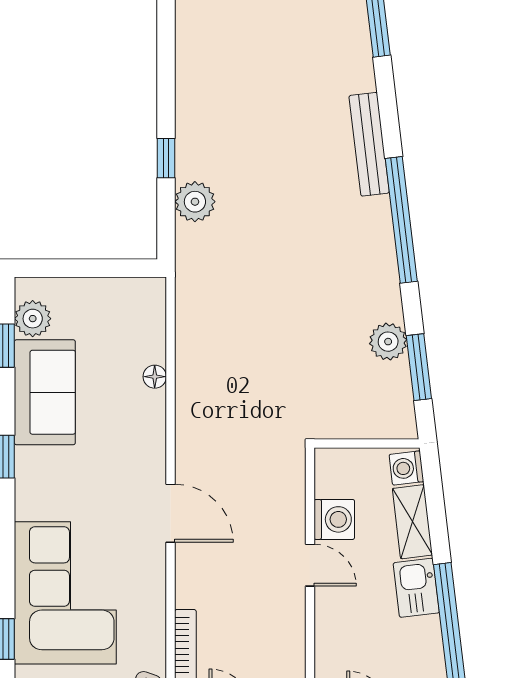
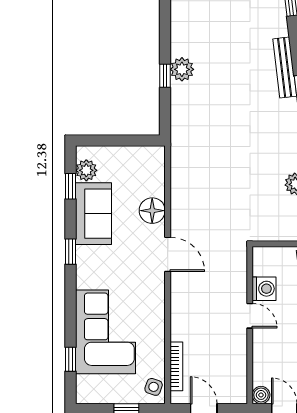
plant: (195, 202) -> (182, 69), moved
floor lamp: (155, 377) -> (152, 211), width x1.89, depth x1.89
door: (171, 513) -> (168, 254), moved

